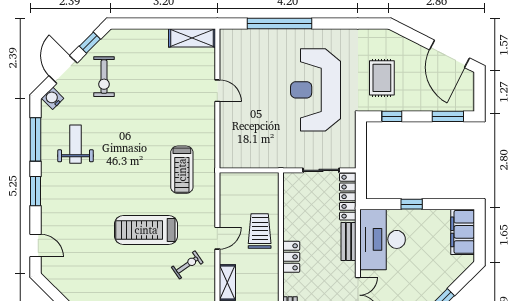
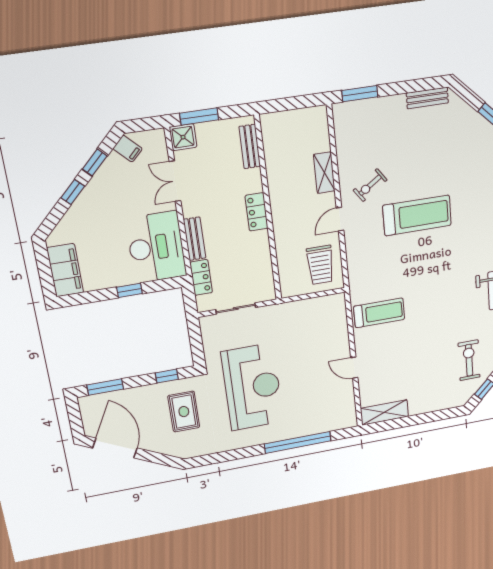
treadmill: (182, 170) -> (379, 313), moved, turned 90
locker: (348, 197) -> (201, 277), width x0.66
trolley: (260, 231) -> (320, 265), moved

